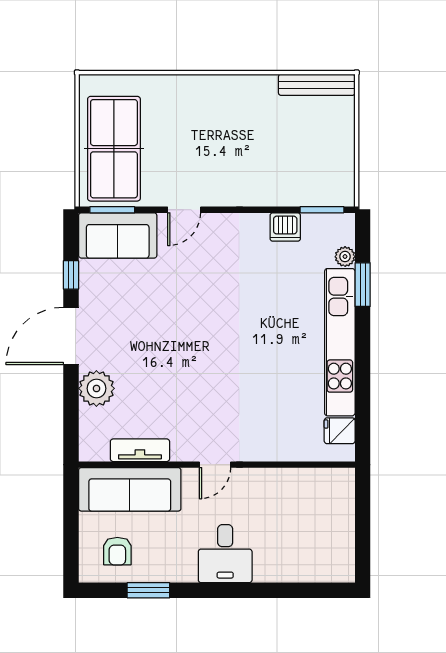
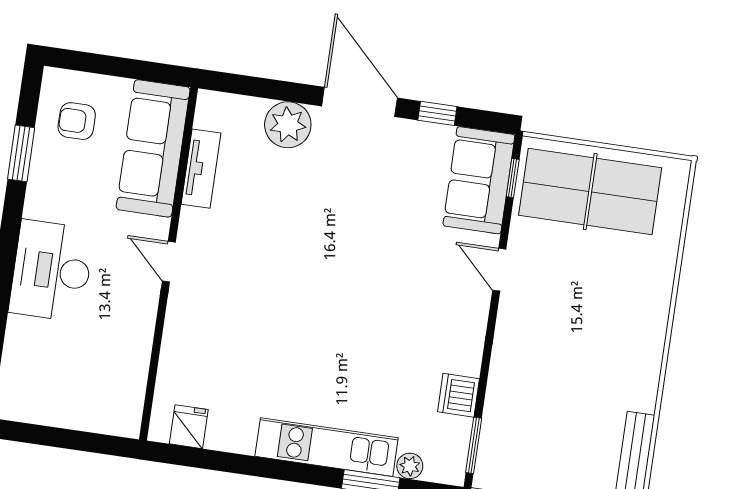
window: (112, 210) -> (513, 178), width x0.67
kitchen unit: (340, 342) -> (327, 447), width x0.73
desk: (225, 554) -> (52, 271), width x1.37

